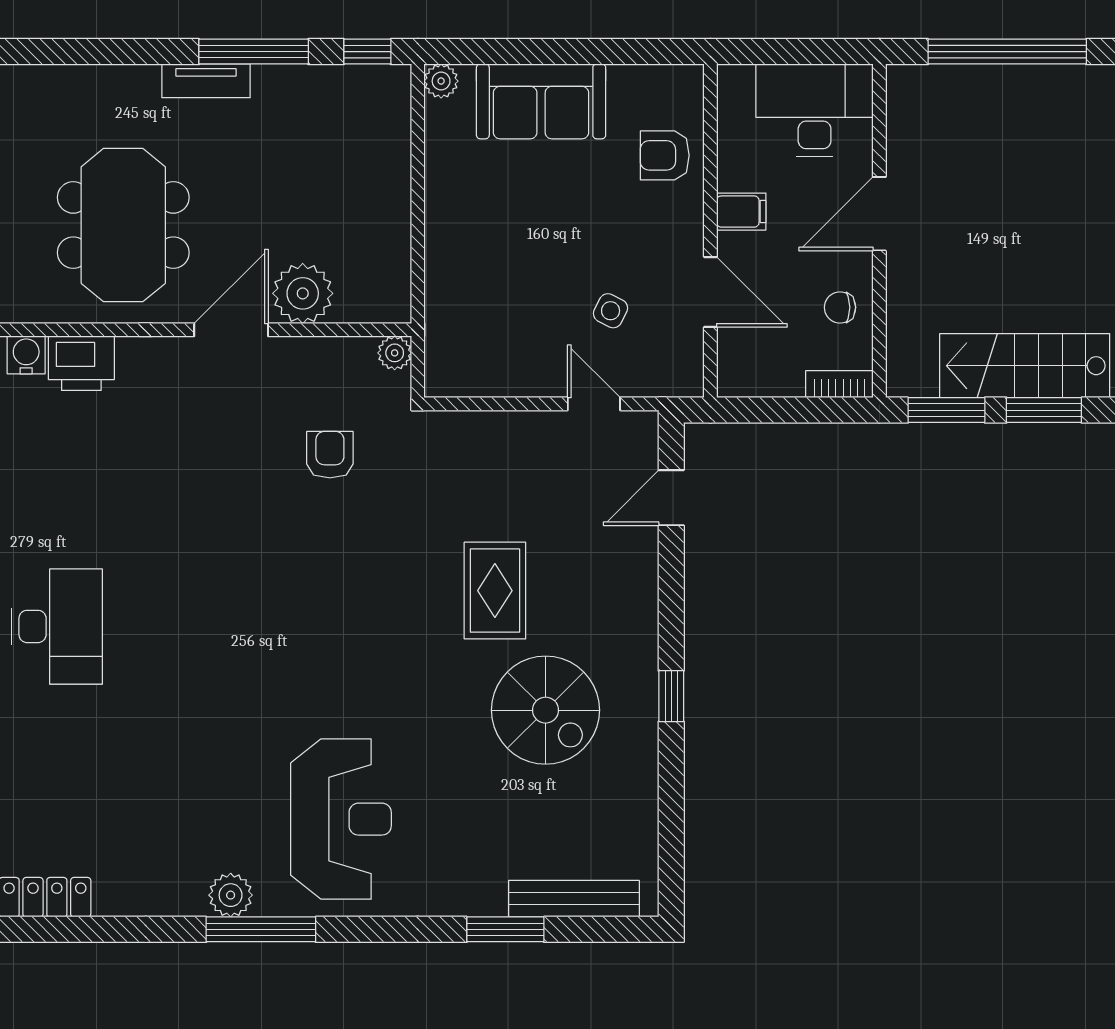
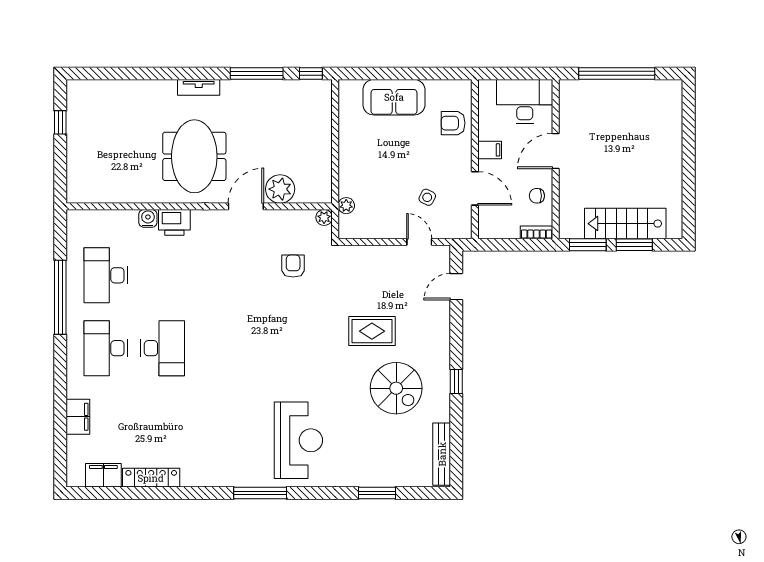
tv unit: (206, 81) -> (199, 87), moved
plant: (441, 81) -> (346, 206), moved
rug: (495, 591) -> (372, 331), turned 90
plant: (231, 895) -> (246, 477), removed
bench: (574, 899) -> (442, 454), moved, turned 90

